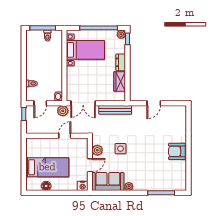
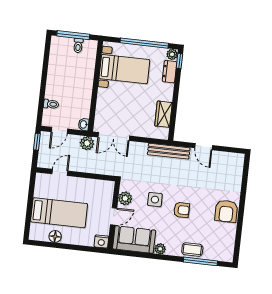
dresser: (121, 62) -> (170, 72), moved
door: (154, 103) -> (204, 147), hinge flipped
bench: (115, 110) -> (169, 151), moved
door: (65, 136) -> (60, 172), moved
armchair: (177, 151) -> (226, 211), turned -90
armchair: (142, 154) -> (182, 210), added
coffee table: (154, 184) -> (192, 250), added

